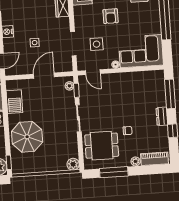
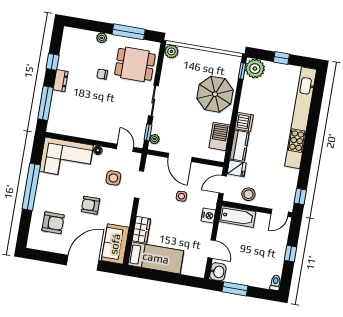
armchair: (111, 16) -> (90, 205), turned -90
door: (44, 76) -> (180, 157), hinge flipped
piano: (154, 159) -> (80, 36), removed

